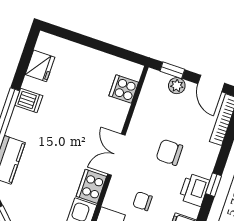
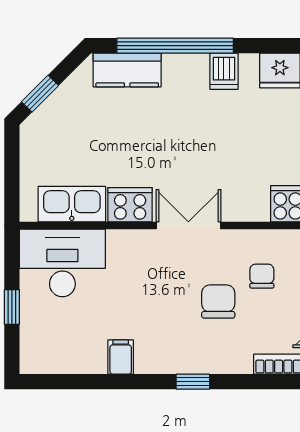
printer: (194, 190) -> (176, 356), removed
chair: (143, 201) -> (262, 276), moved

